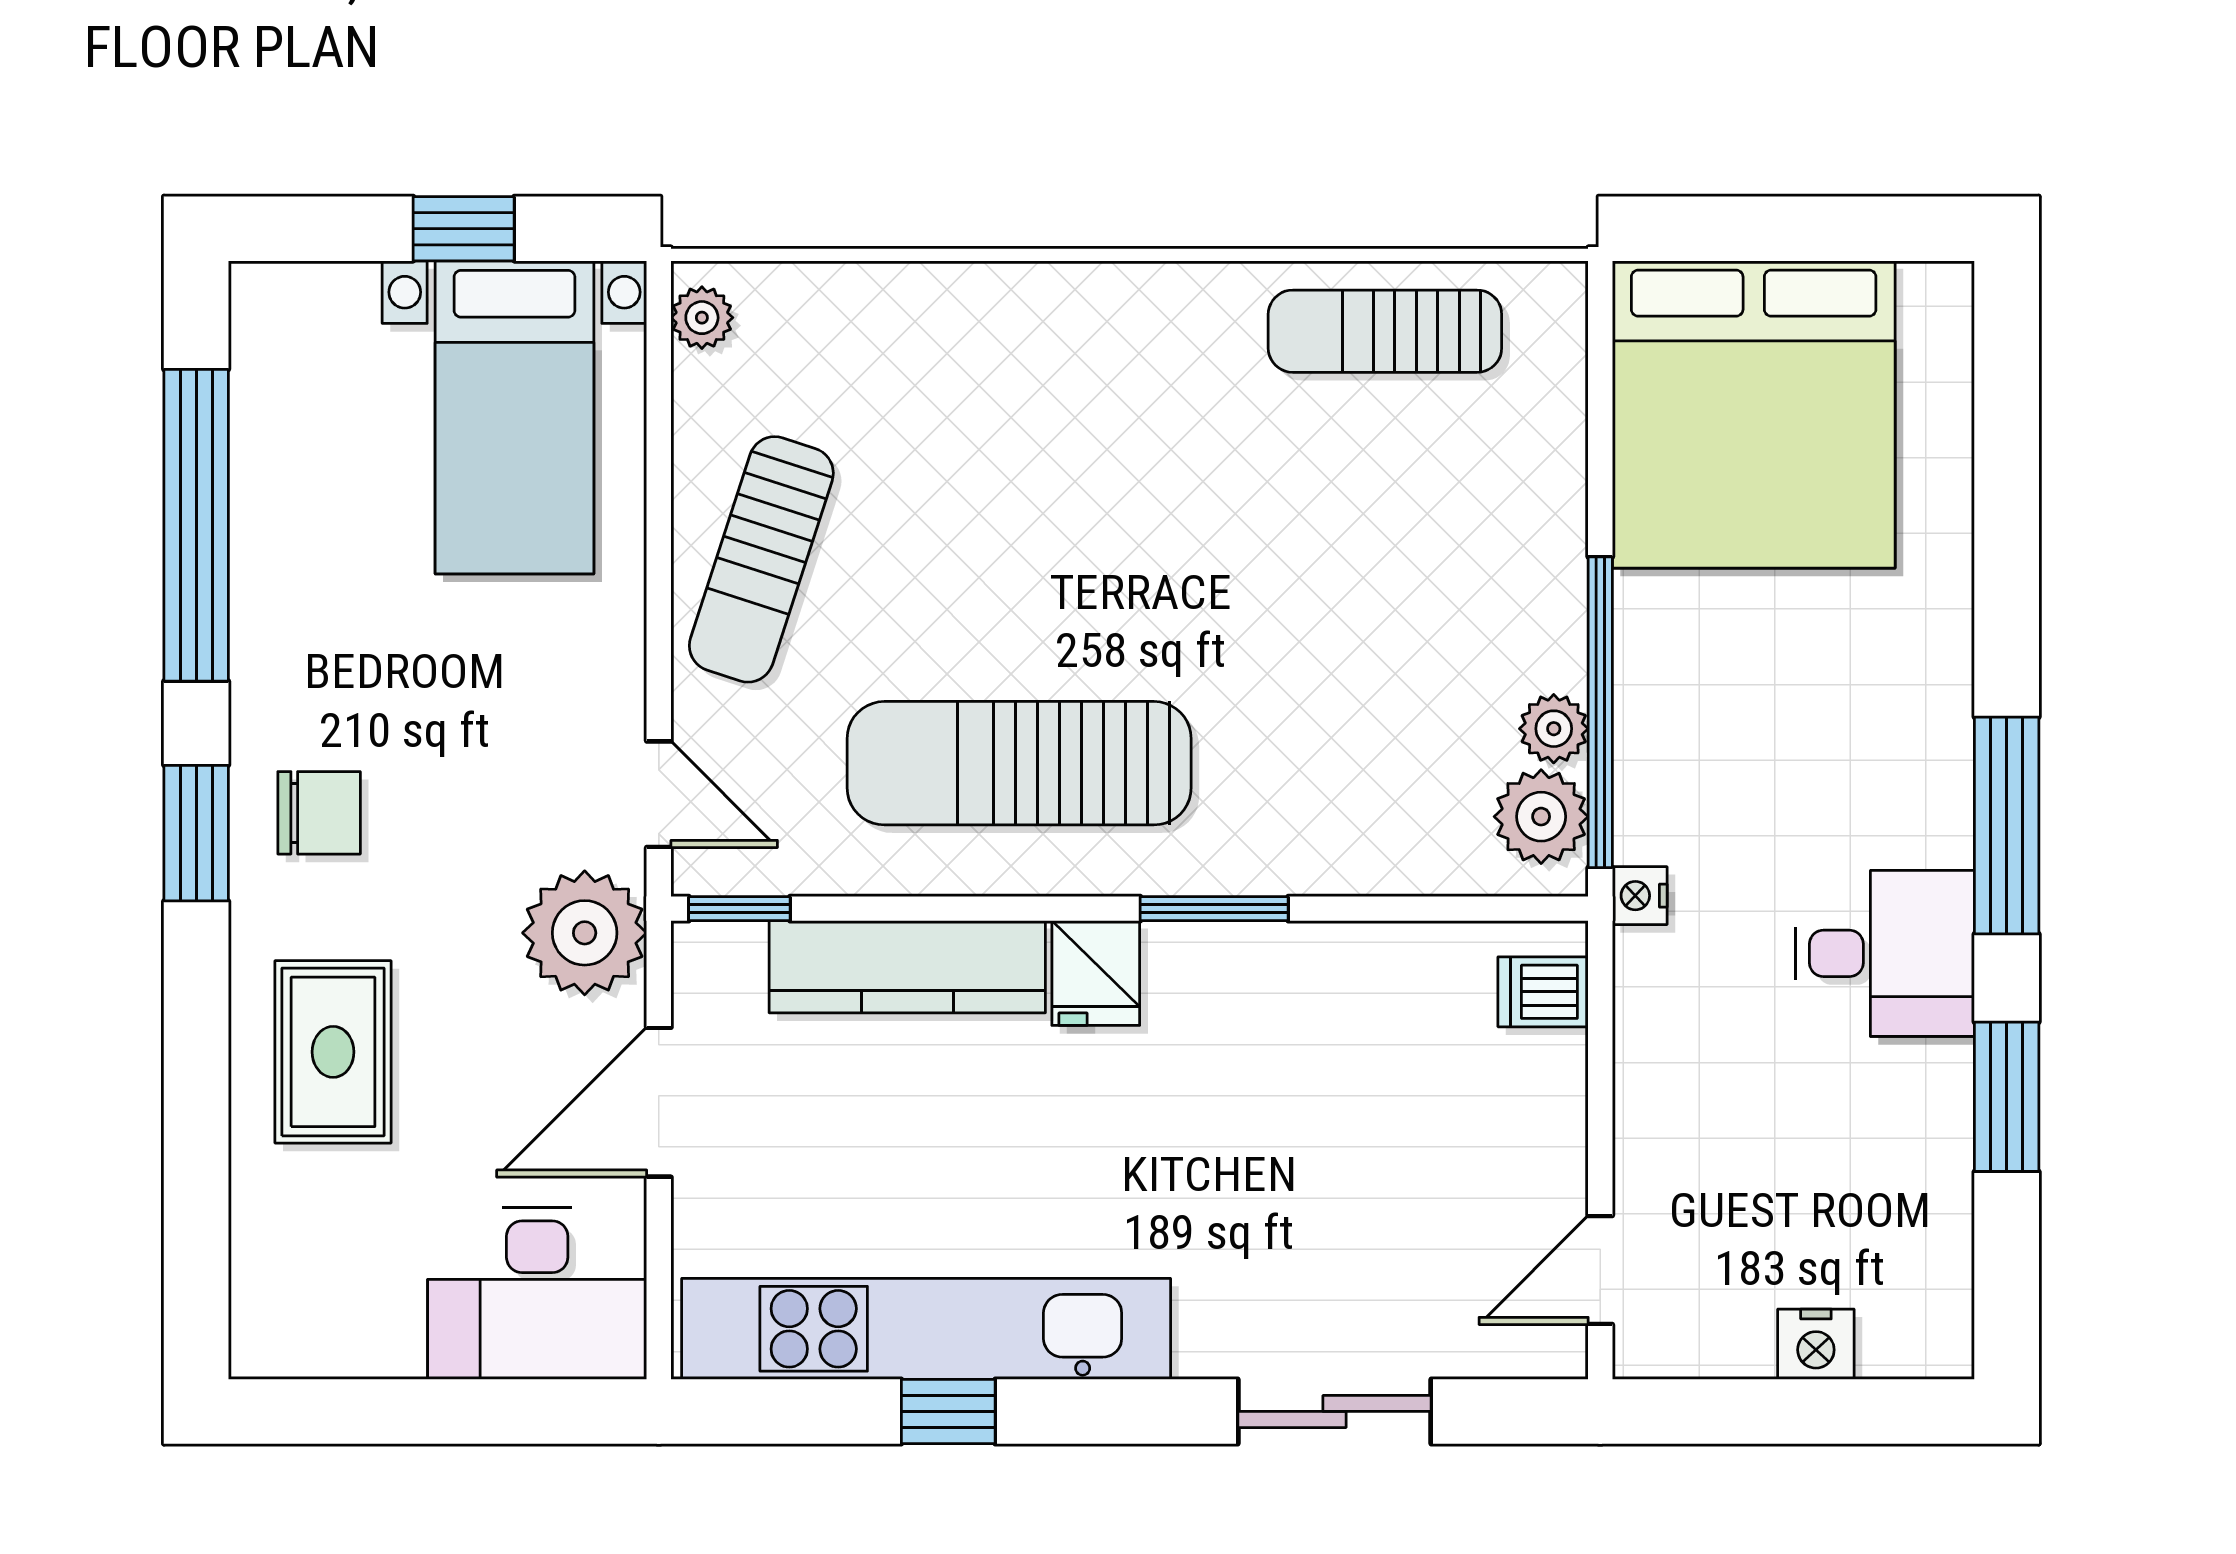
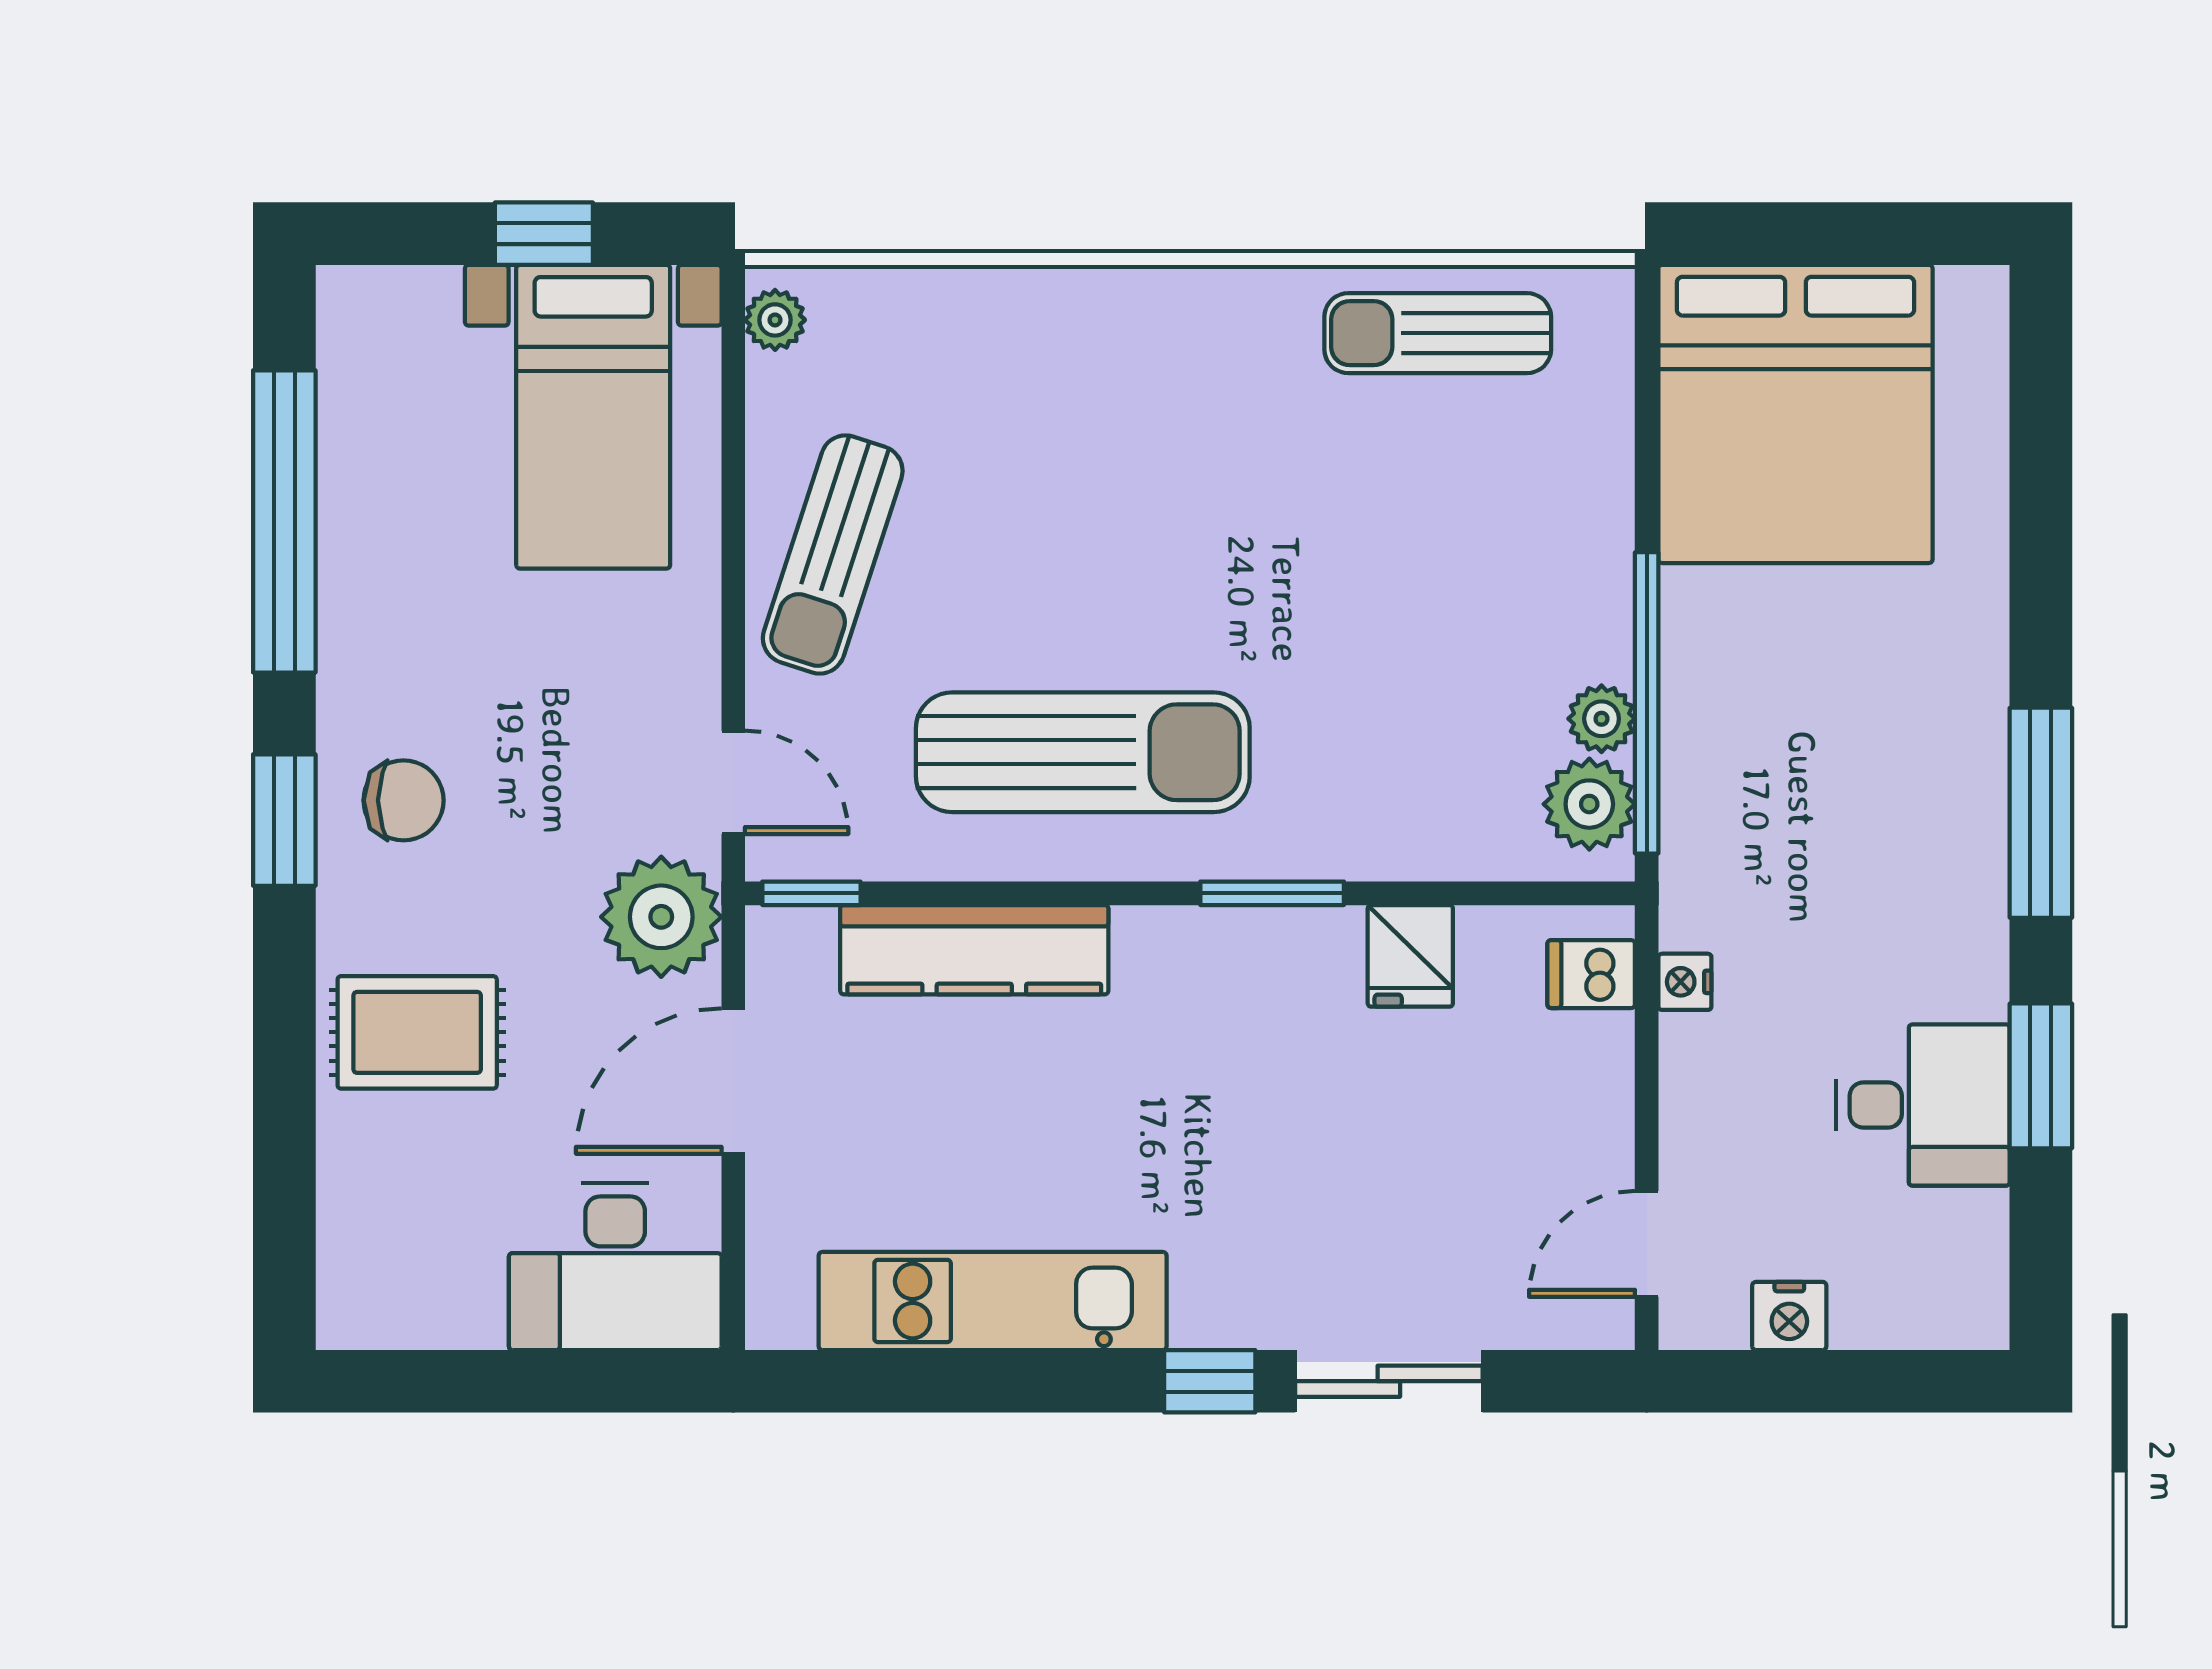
sun lounger: (1019, 763) -> (1083, 752), turned 180
nightstand: (1640, 896) -> (1685, 982), moved
desk: (1885, 953) -> (1923, 1105), moved
fridge: (1096, 973) -> (1410, 956), moved
rug: (333, 1052) -> (417, 1032), turned 90
kitchen unit: (926, 1329) -> (993, 1301), width x0.73
nightstand: (1816, 1344) -> (1789, 1316), moved
window: (948, 1411) -> (1210, 1381), moved

